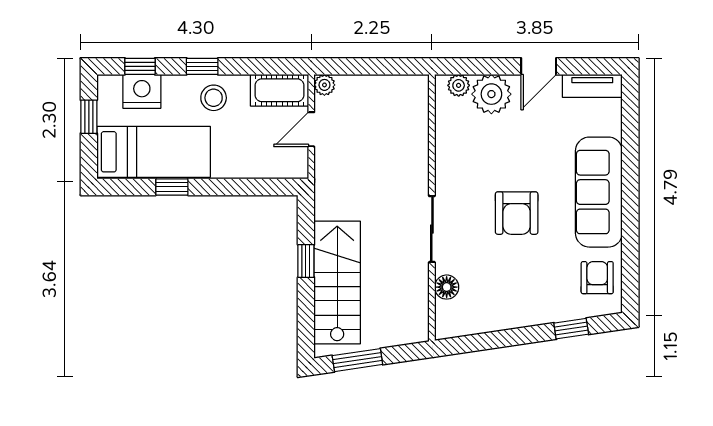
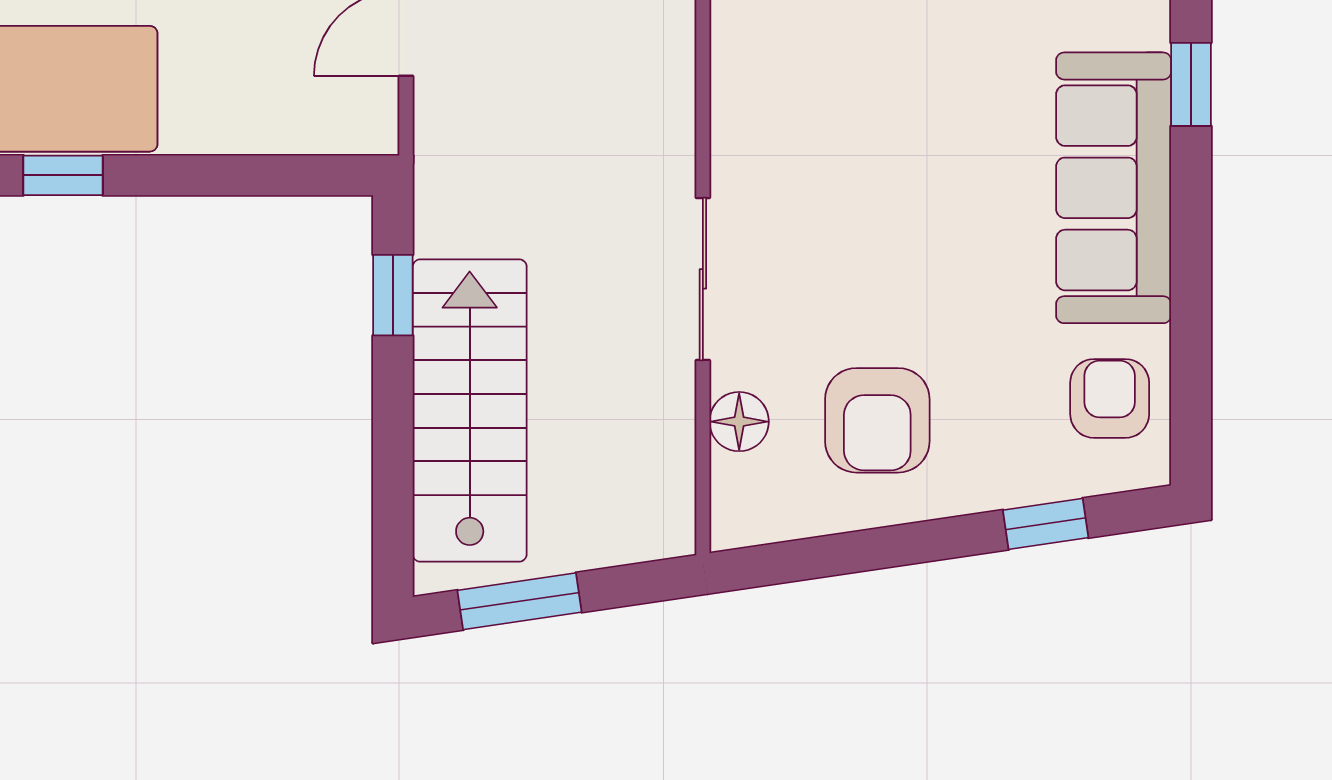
window: (630, 150) -> (1191, 84), added
armchair: (517, 213) -> (877, 420), moved
window: (306, 261) -> (393, 295), moved

